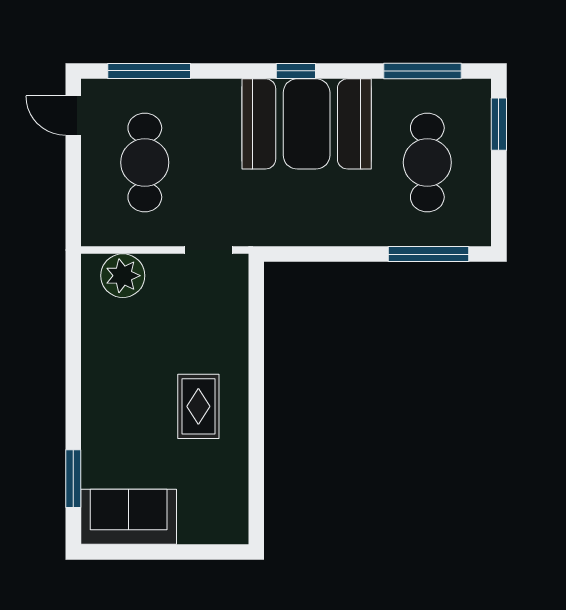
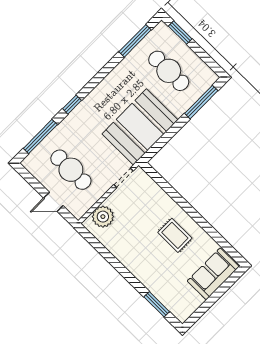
window: (296, 71) -> (72, 105), moved
door: (73, 116) -> (53, 202), moved
booth: (307, 124) -> (140, 127), moved
sofa: (129, 517) -> (213, 274), moved

